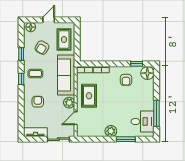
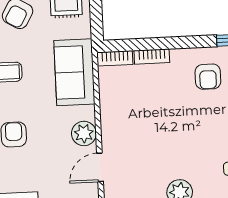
sofa: (66, 75) -> (74, 72), width x0.73
rug: (89, 96) -> (127, 116), removed

